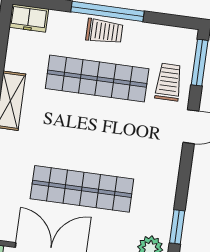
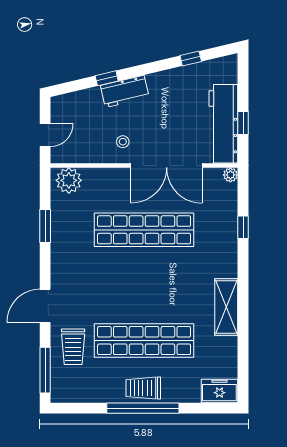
window: (177, 227) -> (45, 226), moved

